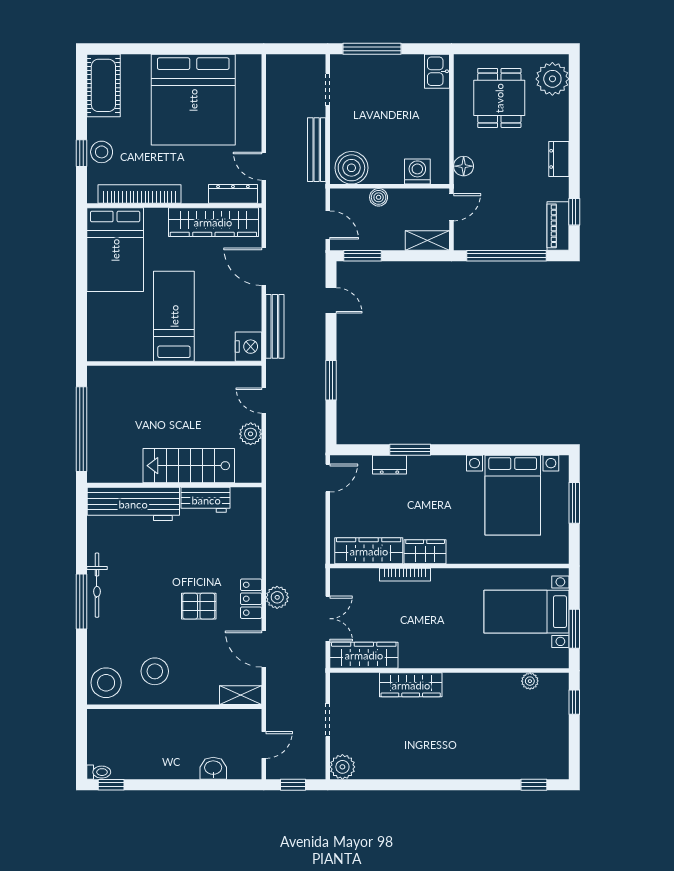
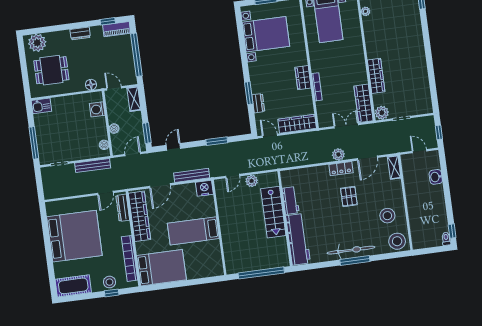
boiler: (351, 168) -> (104, 145), width x0.54, depth x0.54
wardrobe: (369, 551) -> (297, 124), moved, turned 90
bicycle: (97, 585) -> (351, 250), width x1.37, depth x1.40
plant: (342, 767) -> (382, 113), moved

